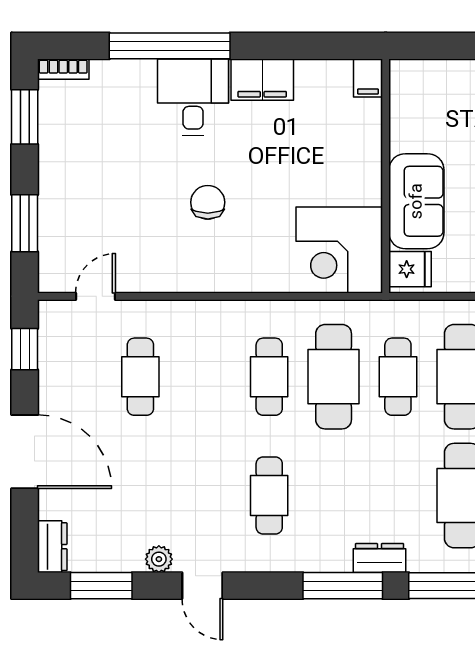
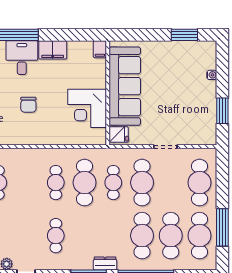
sofa: (416, 201) -> (125, 86), width x1.85, depth x1.27
chair: (208, 202) -> (28, 105), turned 180
corner desk: (339, 250) -> (87, 108), moved

